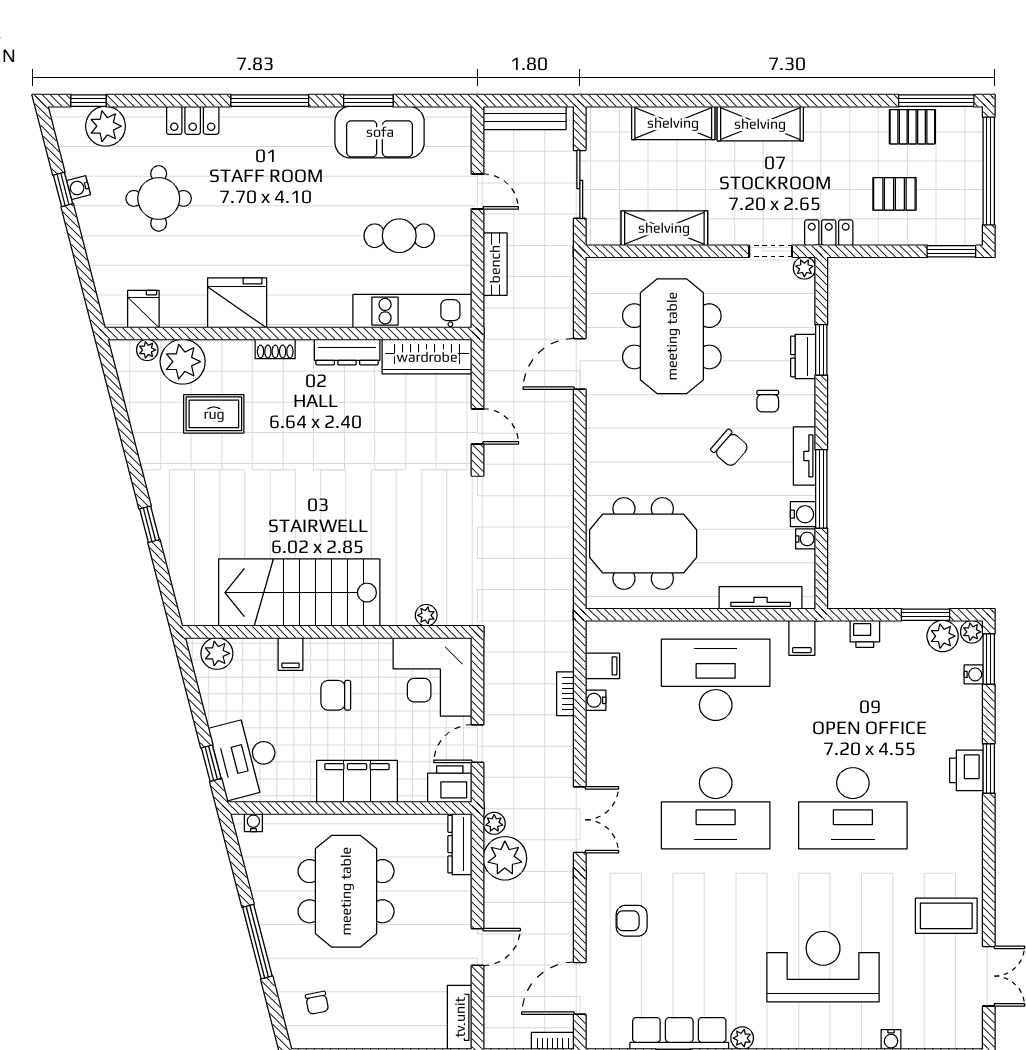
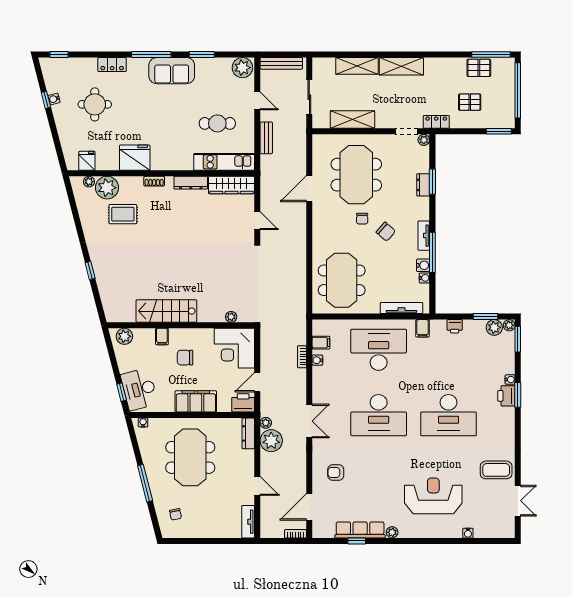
plant: (106, 126) -> (242, 68), moved
sofa: (380, 132) -> (172, 71), moved
chair: (768, 401) -> (362, 219), moved
meeting table: (643, 544) -> (342, 280), turned 90
stairs: (299, 593) -> (166, 311), width x0.73, depth x0.66
water cooler: (974, 674) -> (510, 380), moved
door: (477, 947) -> (257, 486), hinge flipped

